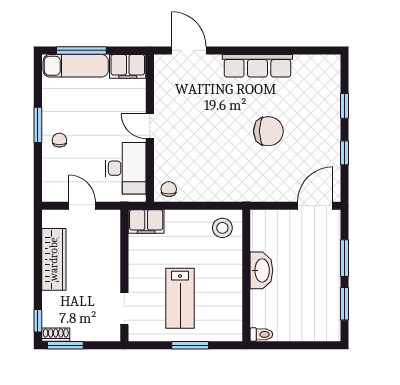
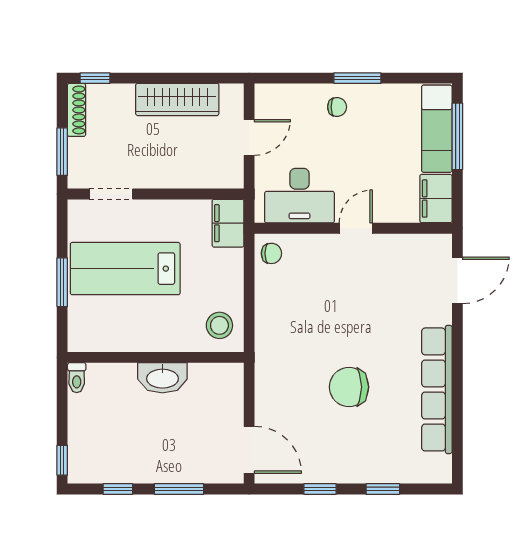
row of seats: (257, 66) -> (437, 389), width x1.36
chair: (268, 131) -> (349, 387), turned 90
lab bench: (180, 298) -> (125, 269), width x1.36, depth x1.39
window: (344, 304) -> (118, 489), width x0.67
shoe rack: (56, 335) -> (77, 110), width x1.43
window: (65, 345) -> (62, 152), moved
window: (323, 345) -> (62, 460), added

